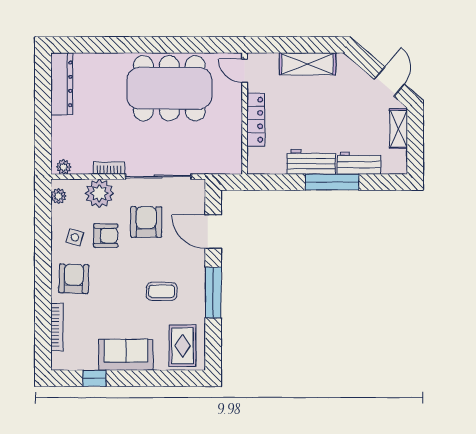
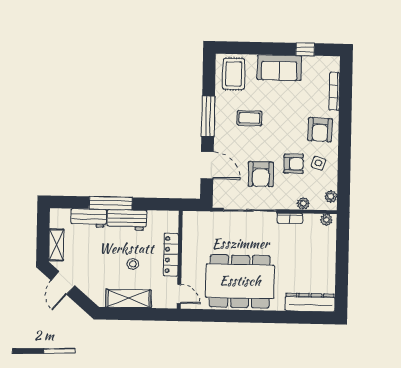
dresser: (62, 84) -> (310, 302), moved, turned 90
stool: (303, 107) -> (133, 264), added
plant: (99, 193) -> (303, 203), width x0.53, depth x0.53
armchair: (106, 236) -> (294, 164), turned 180

